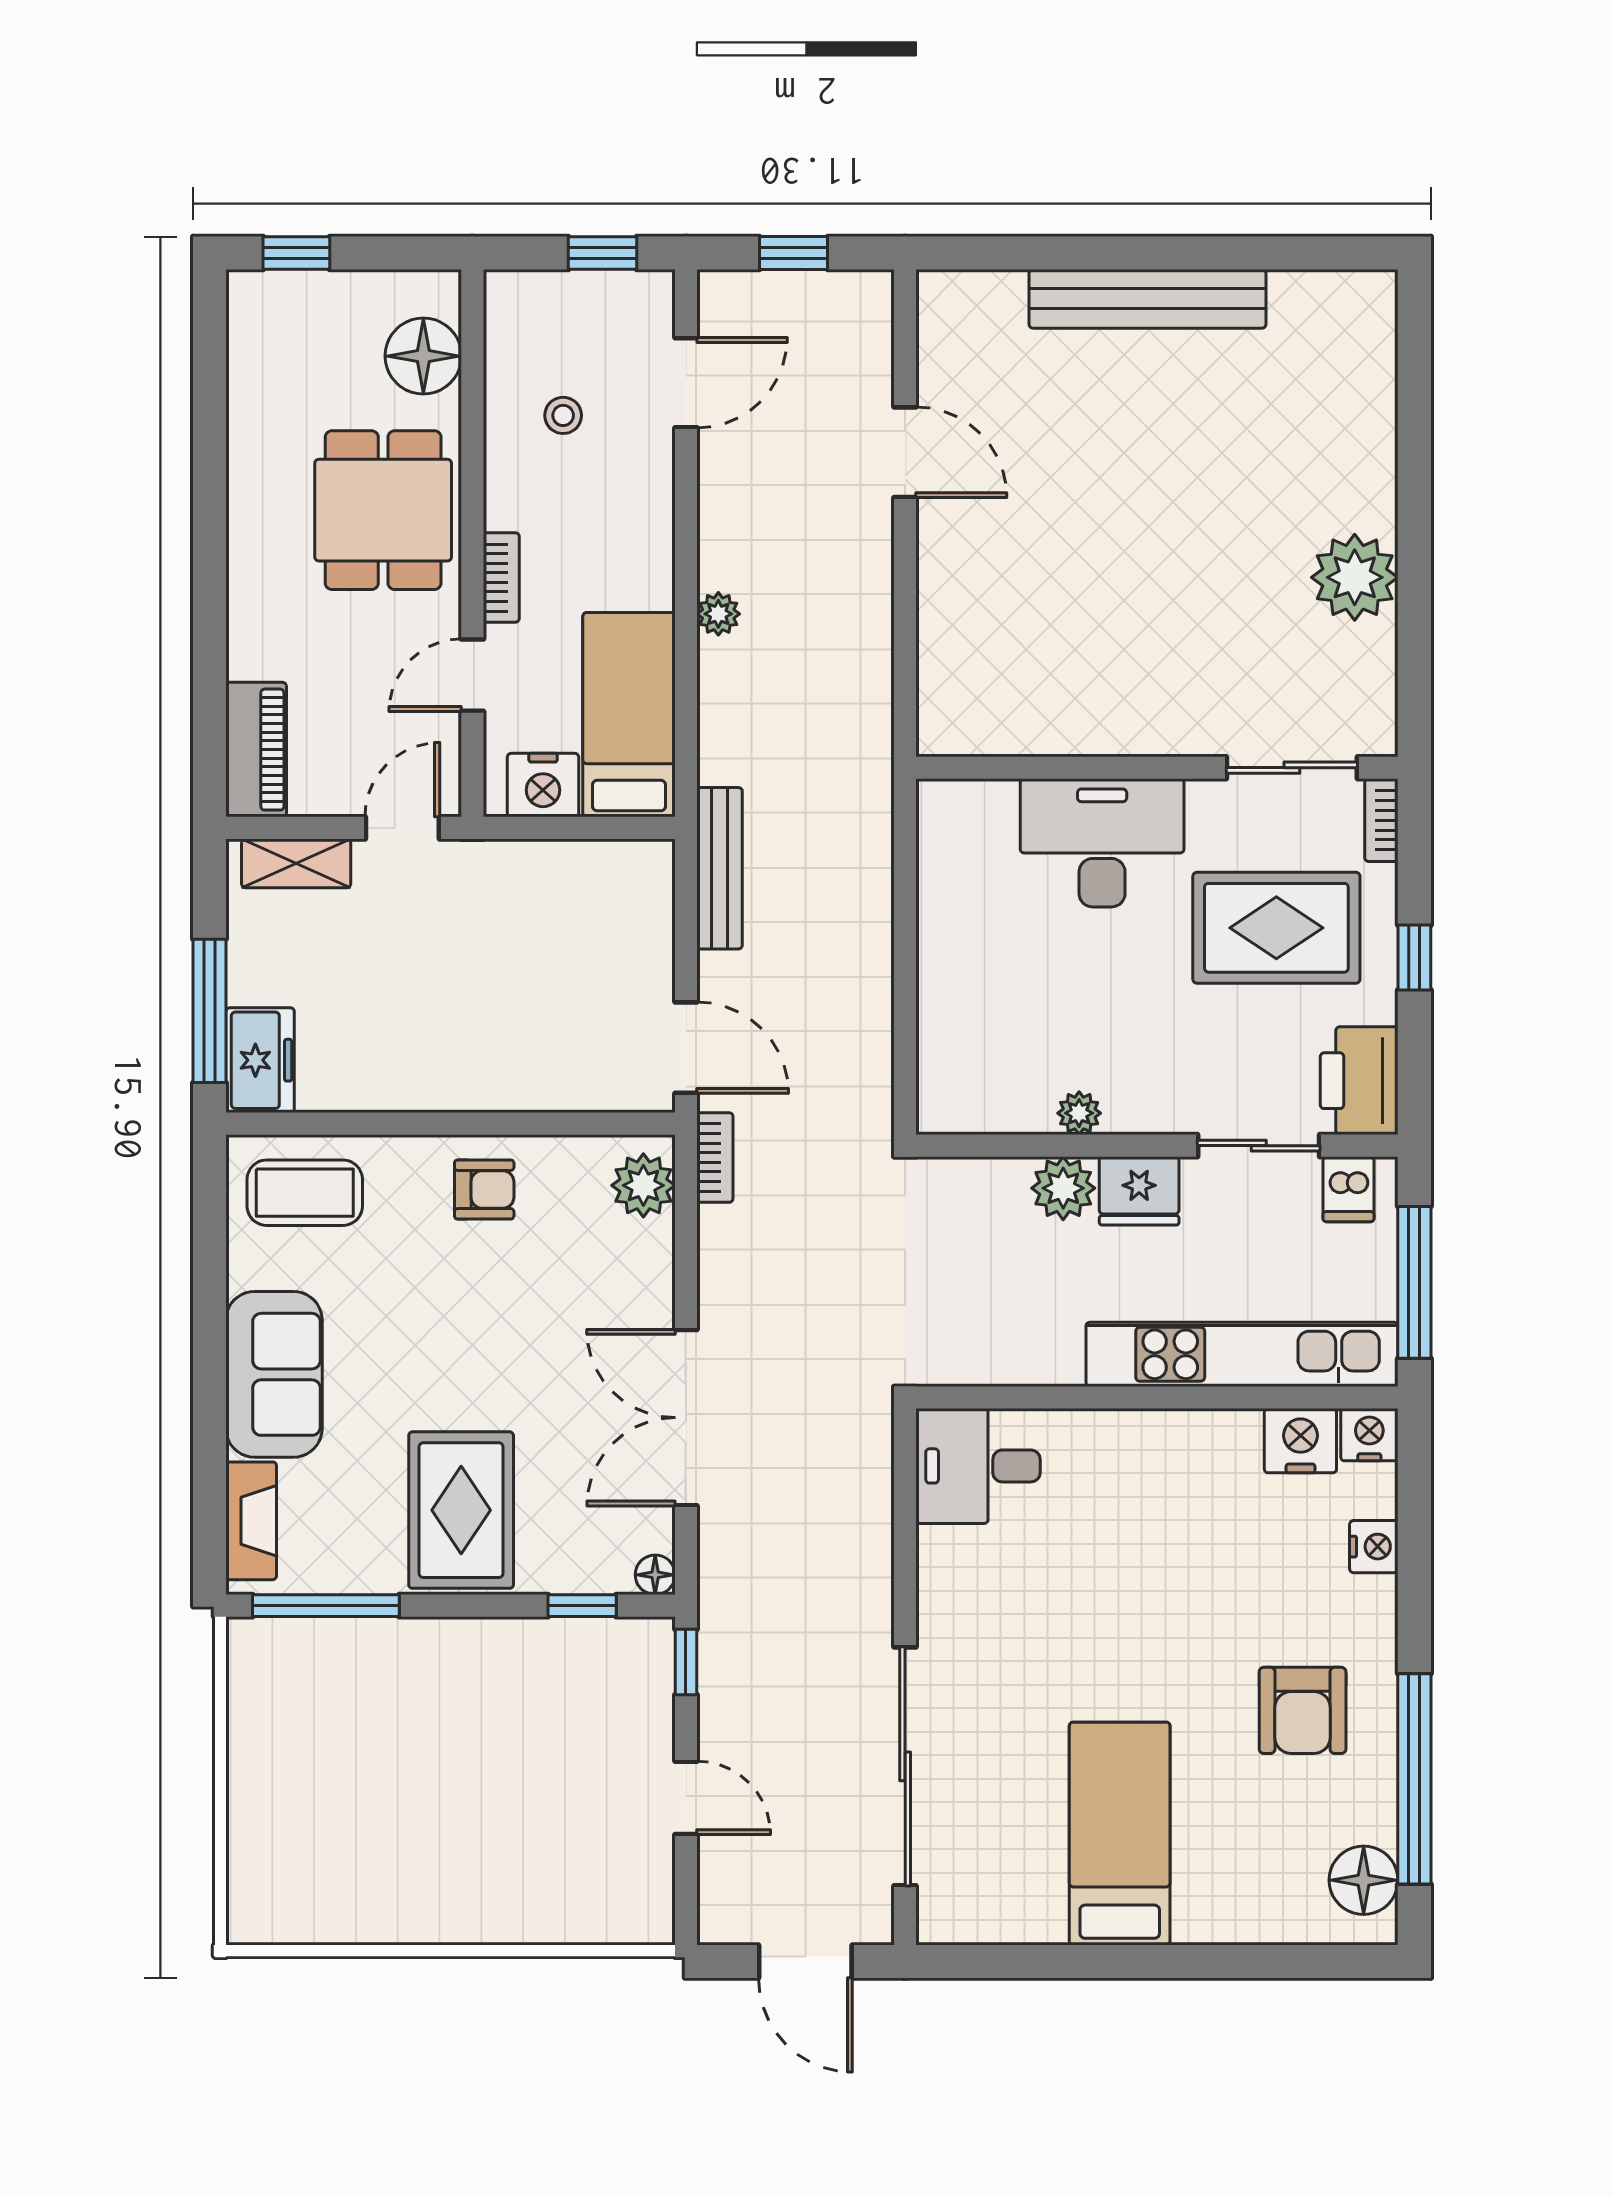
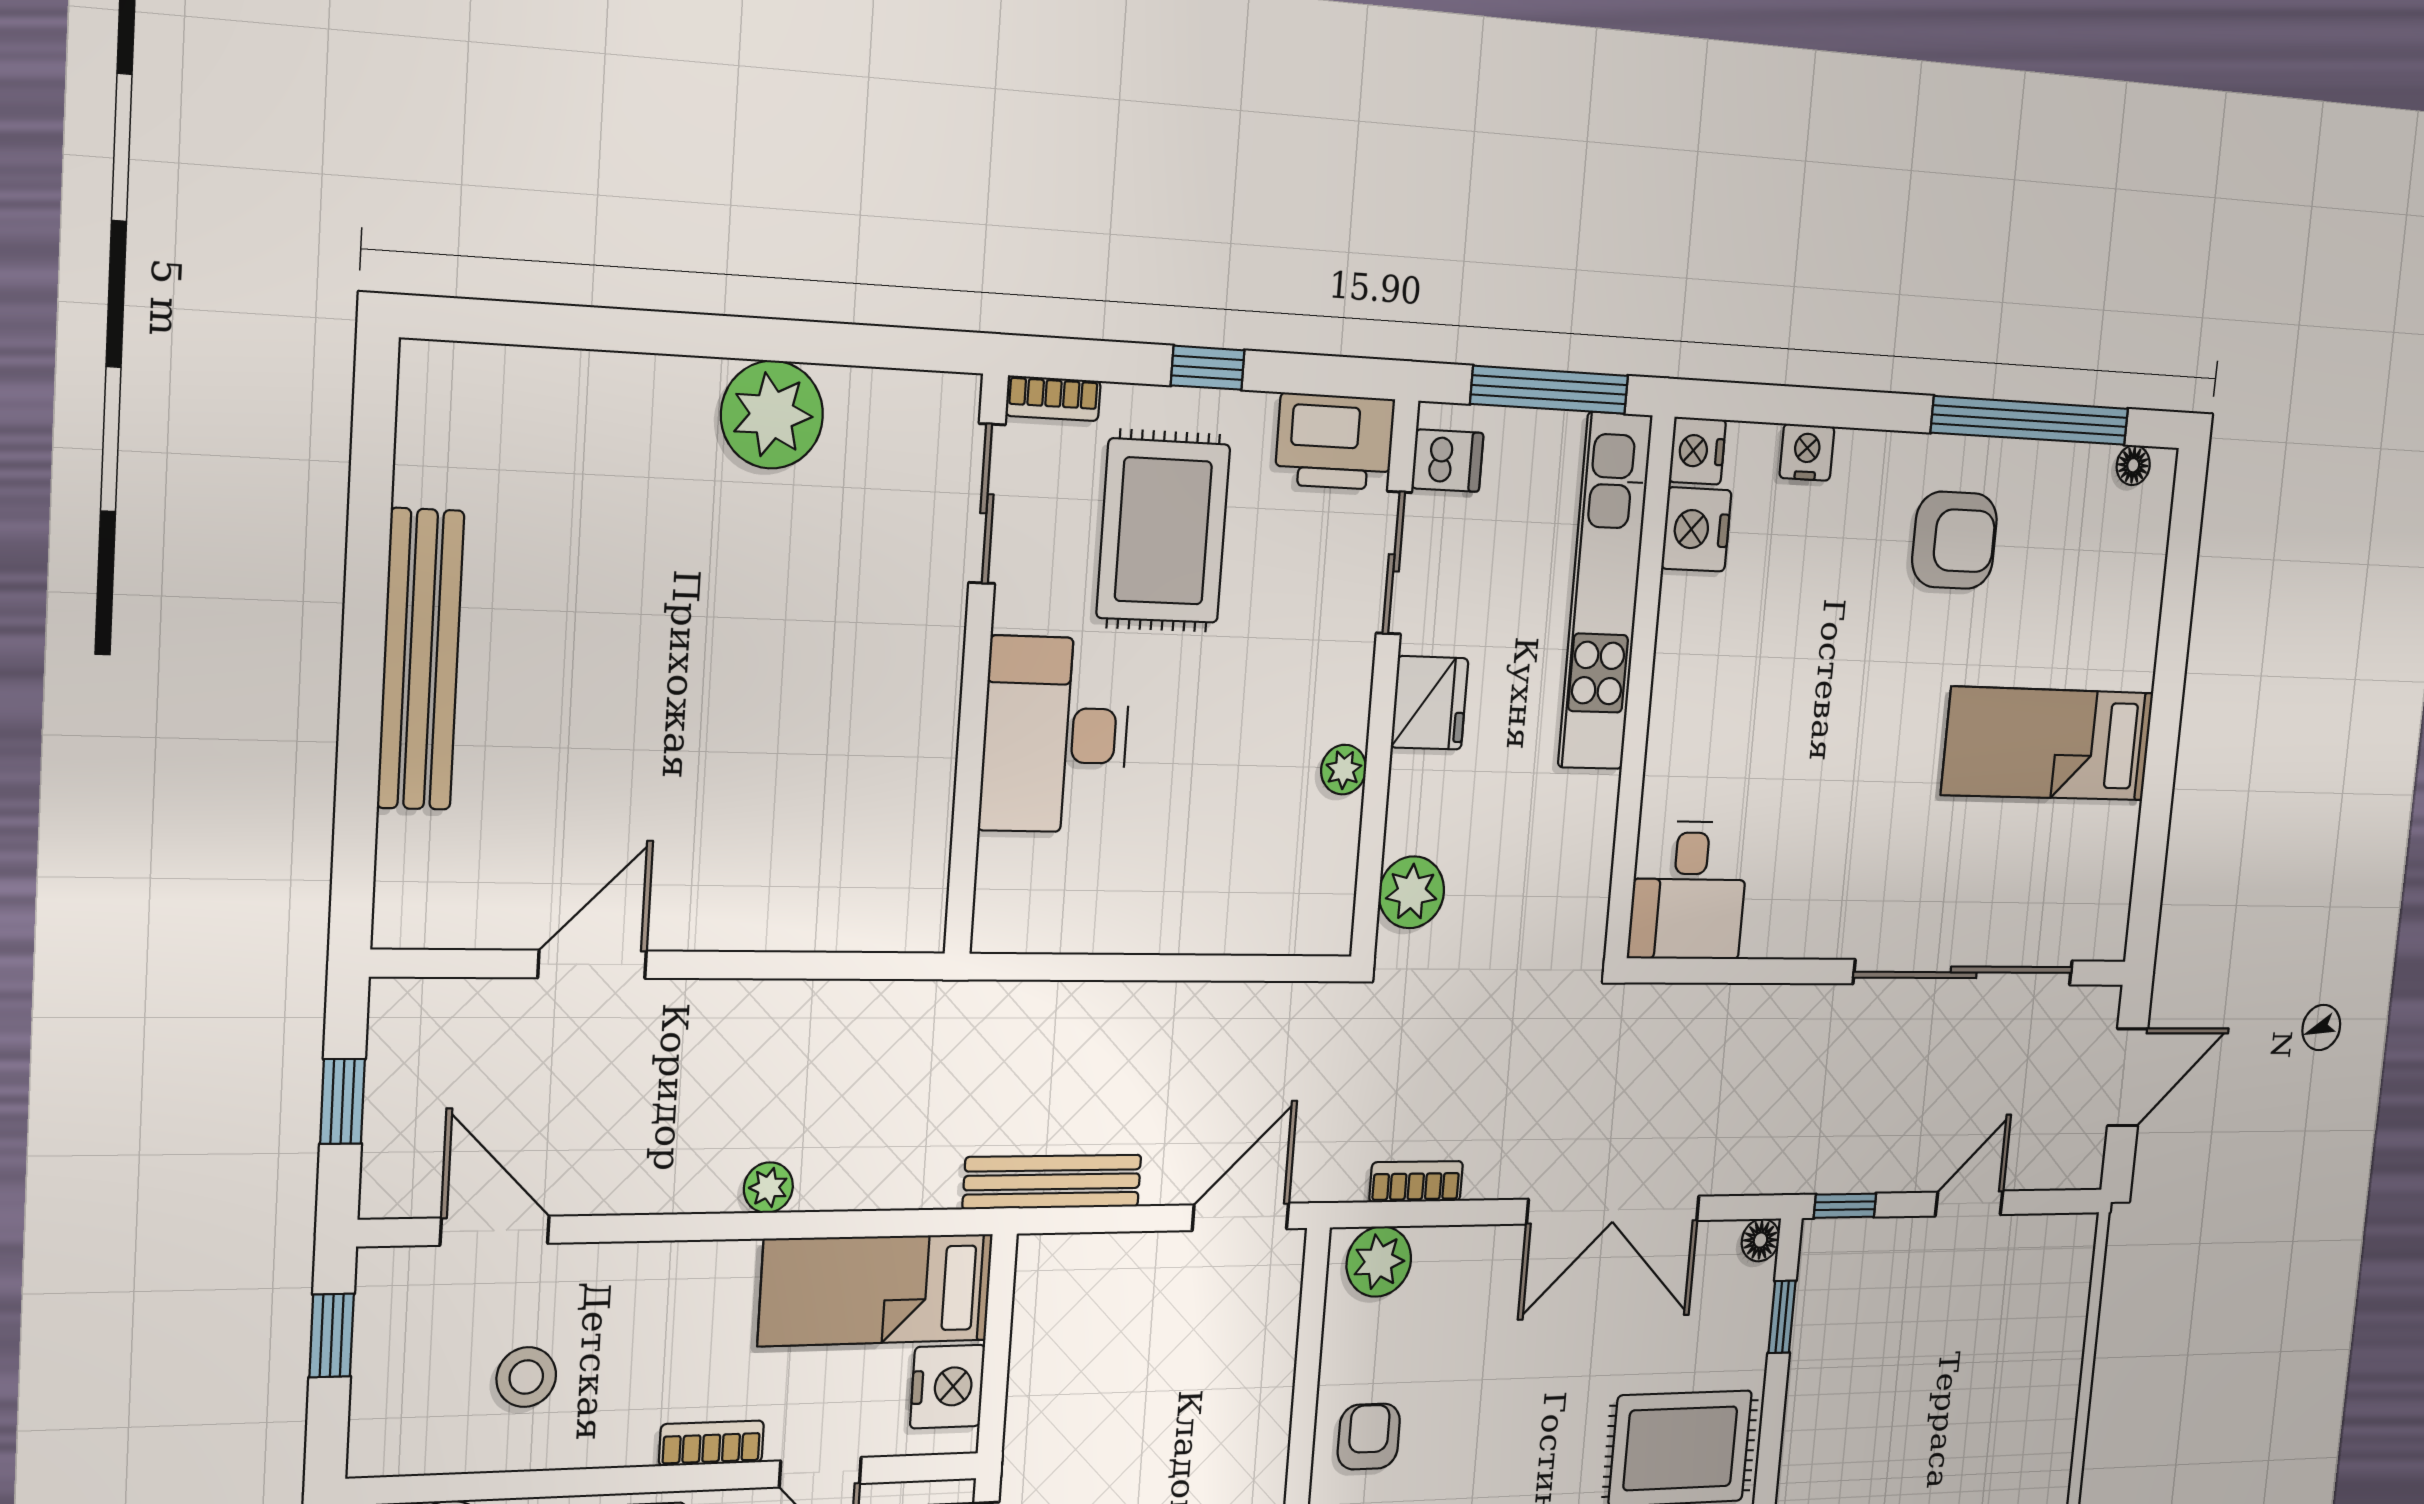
stool: (563, 415) -> (526, 1377), width x1.37, depth x1.37
bookcase: (715, 1158) -> (1416, 1182), moved
plant: (1063, 1188) -> (1412, 892), moved
floor lamp: (1364, 1880) -> (2133, 465), width x0.53, depth x0.53

